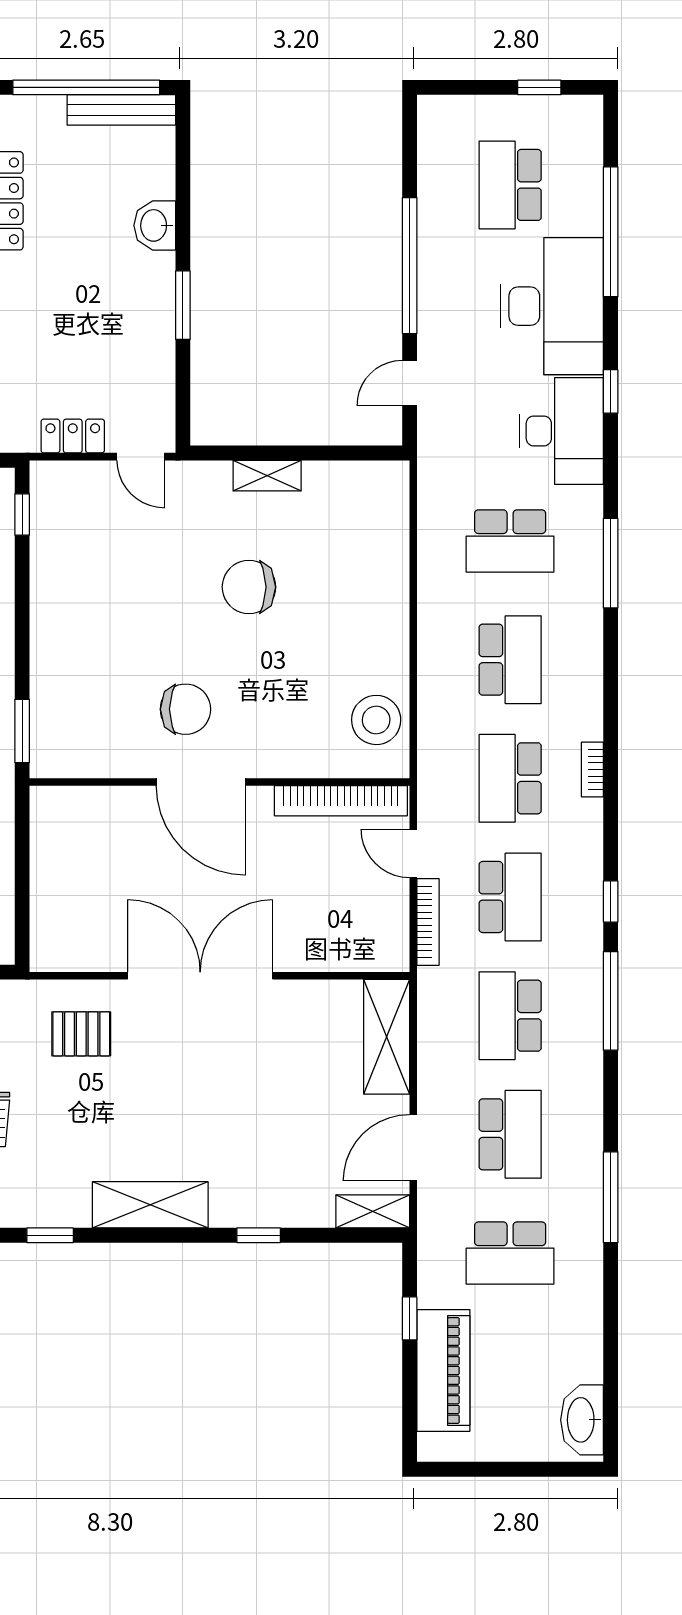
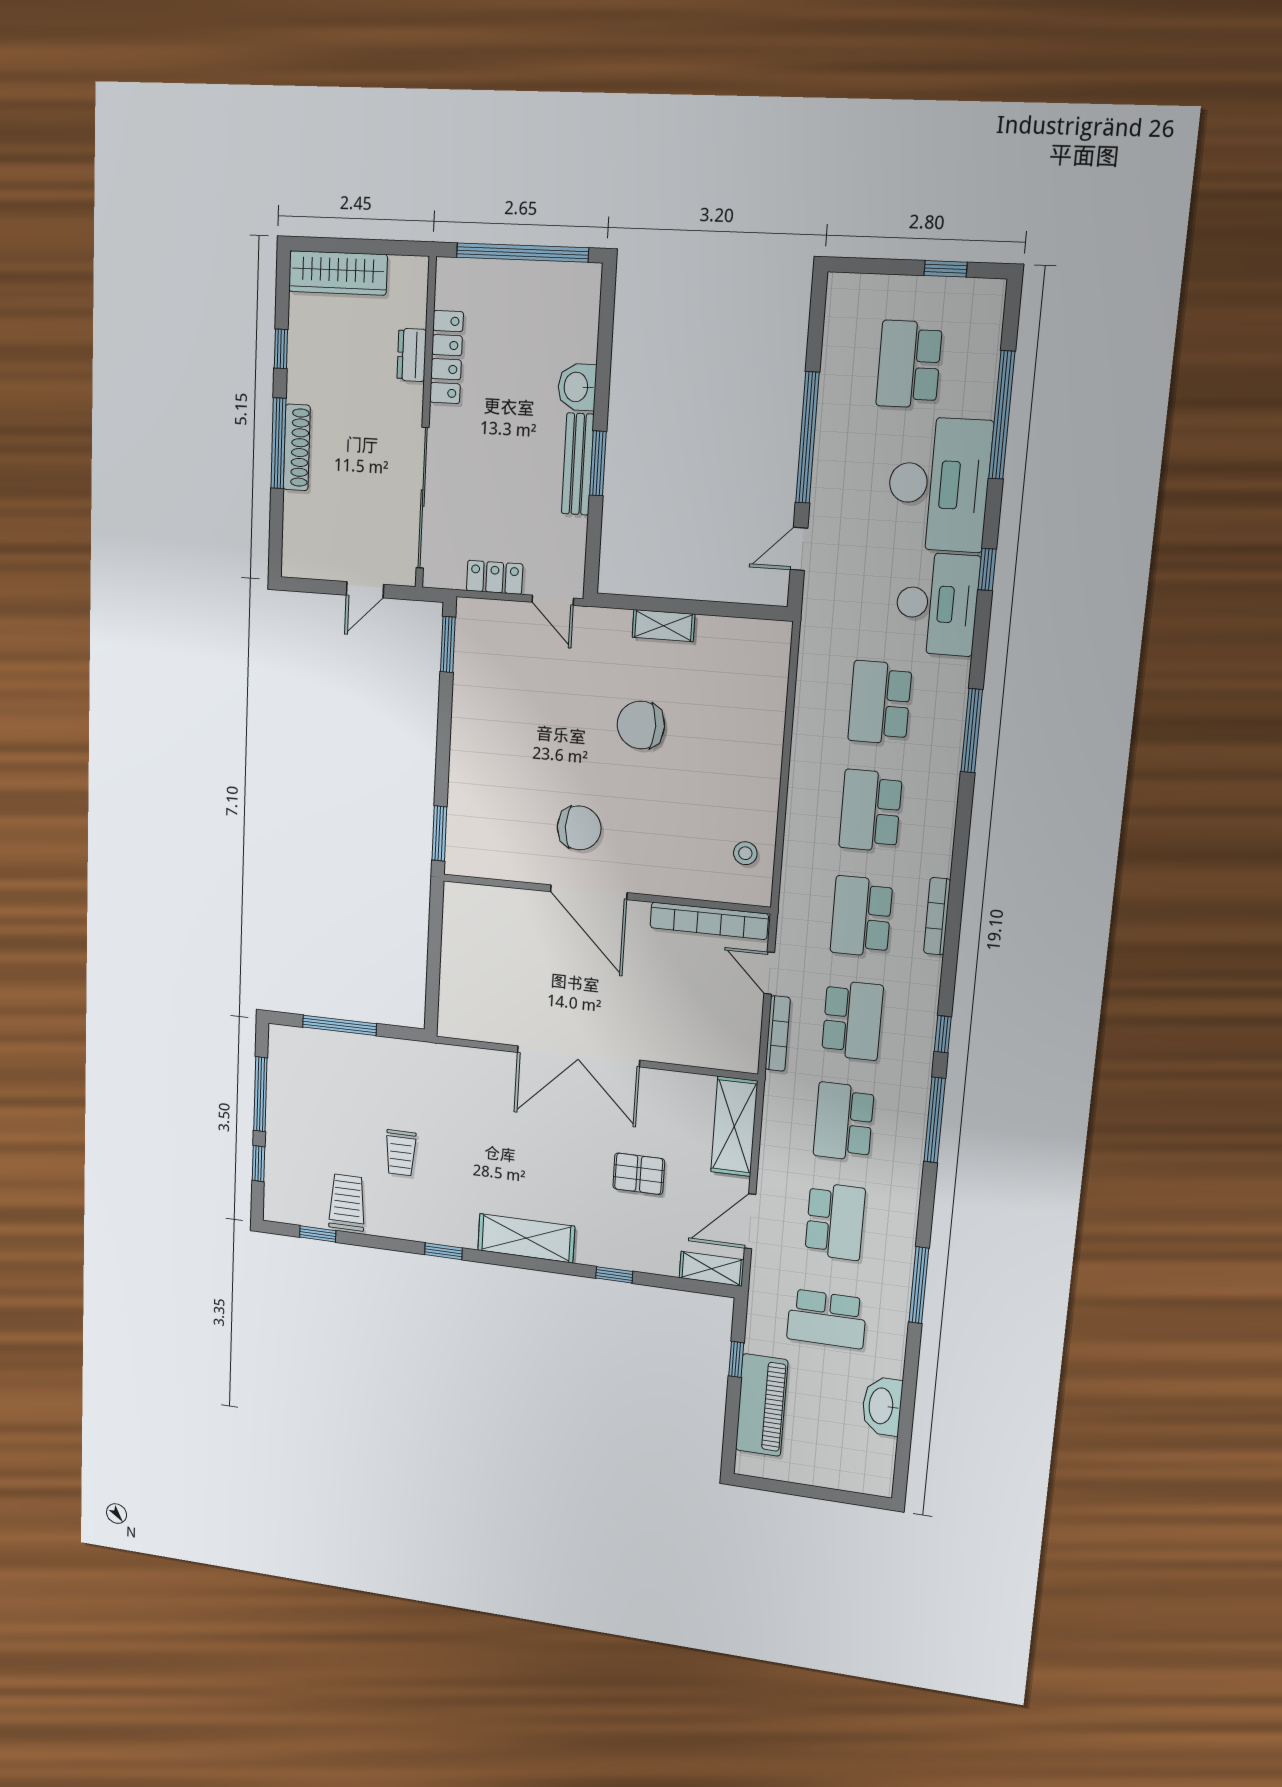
bench: (121, 110) -> (578, 464), moved, turned 90
window: (22, 515) -> (448, 644), width x1.50
school desk: (510, 541) -> (880, 703), turned 90
school desk: (510, 660) -> (870, 811), turned 180
stool: (376, 720) -> (745, 853), width x0.53, depth x0.53
bookcase: (592, 769) -> (937, 916), width x1.56
double door: (200, 976) -> (578, 1056), swing flipped
pallet: (81, 1034) -> (639, 1174), moved
washbasin: (582, 1420) -> (882, 1406), moved

